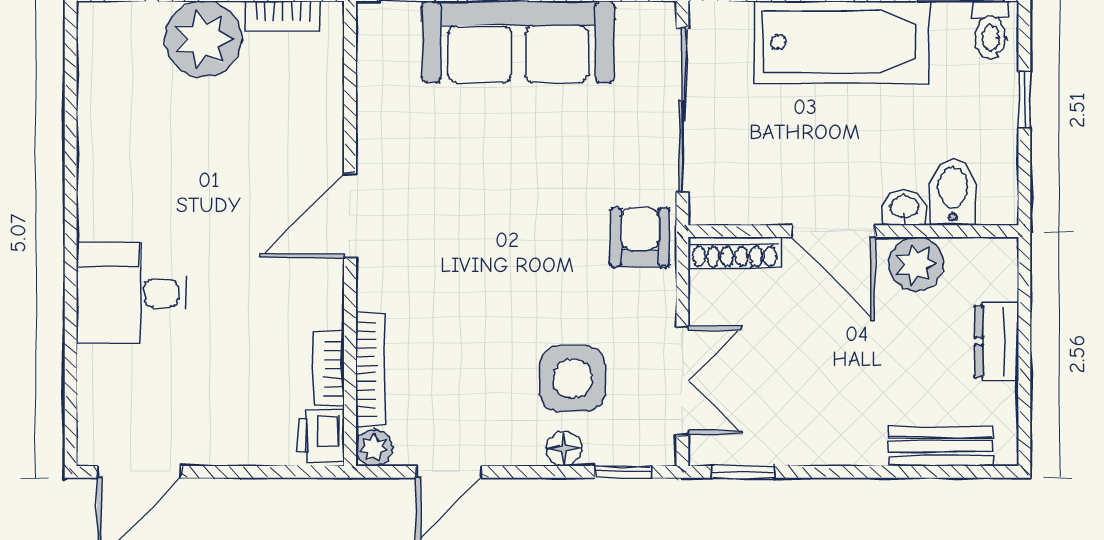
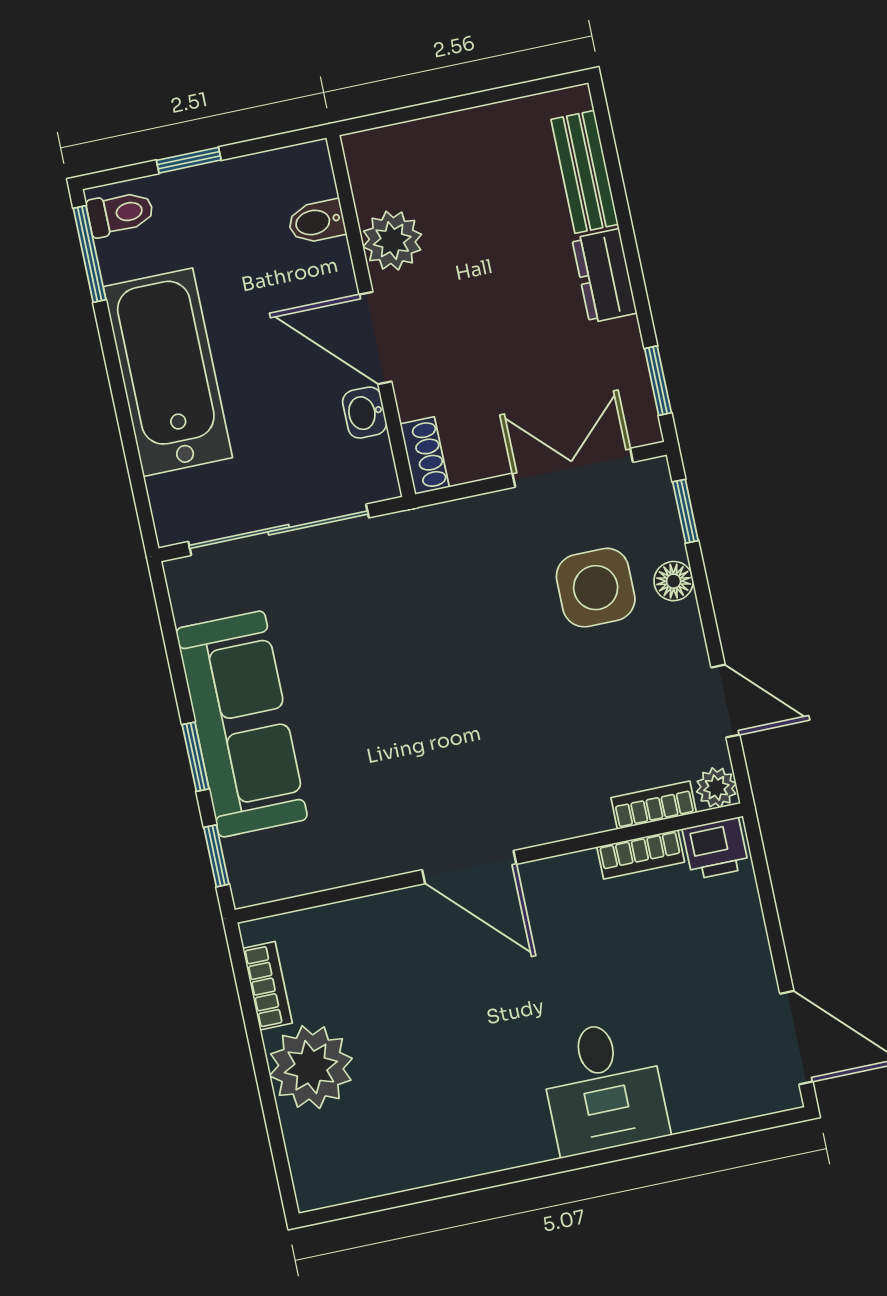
bidet: (953, 192) -> (316, 222), width x0.72, depth x0.74
washbasin: (904, 208) -> (365, 413), moved
door: (833, 231) -> (375, 338), swing flipped
armchair: (640, 237) -> (426, 547), removed
shoe rack: (735, 253) -> (425, 455), width x0.70
dresser: (997, 341) -> (604, 276), moved, turned 90
bookcase: (370, 369) -> (654, 805), width x0.64

